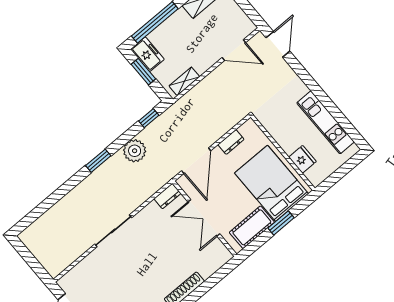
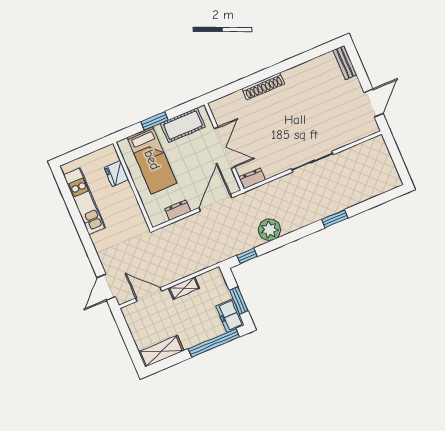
shelving: (184, 81) -> (184, 288), moved
window: (98, 161) -> (335, 219), moved
bed: (272, 183) -> (152, 160), width x0.67

